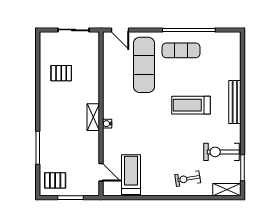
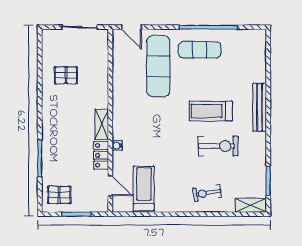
water cooler: (107, 124) -> (117, 146), moved
locker: (93, 145) -> (101, 155), added
exercise bike: (221, 152) -> (218, 146), moved, turned 180

